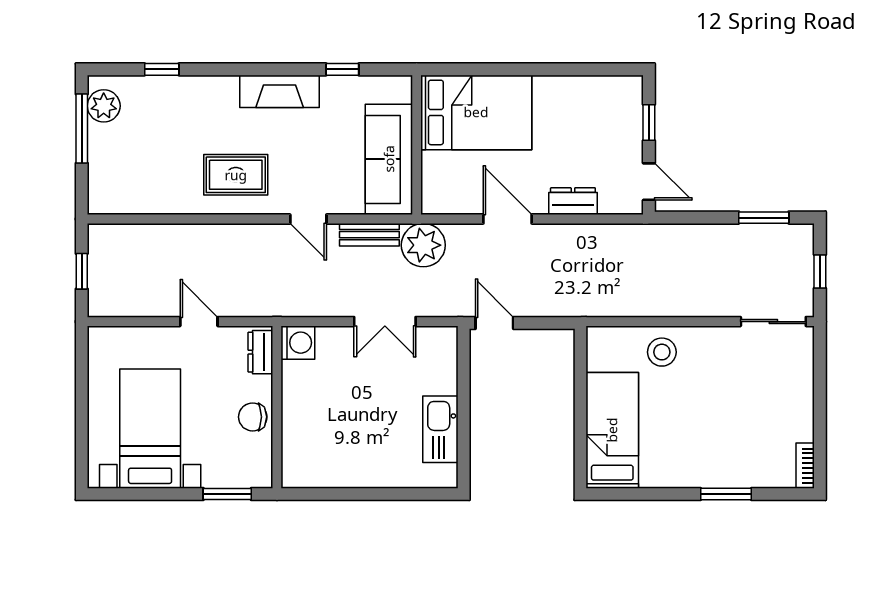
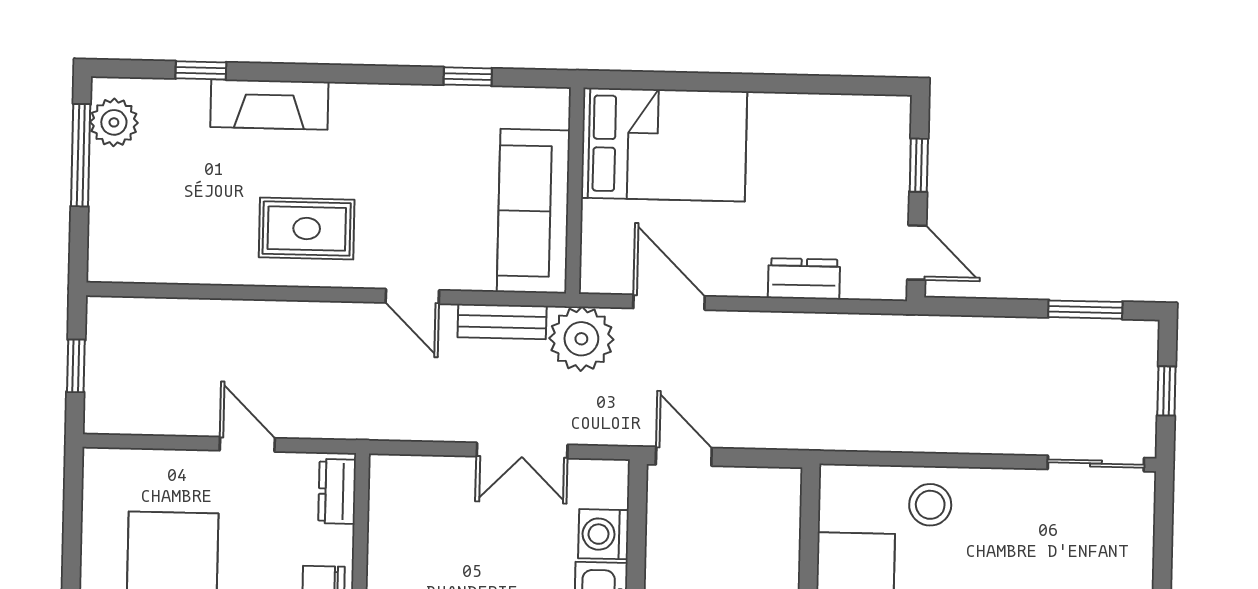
fireplace: (280, 91) -> (269, 104), moved
door: (508, 219) -> (669, 302), moved
washing machine: (298, 343) -> (603, 534), moved, turned 180

